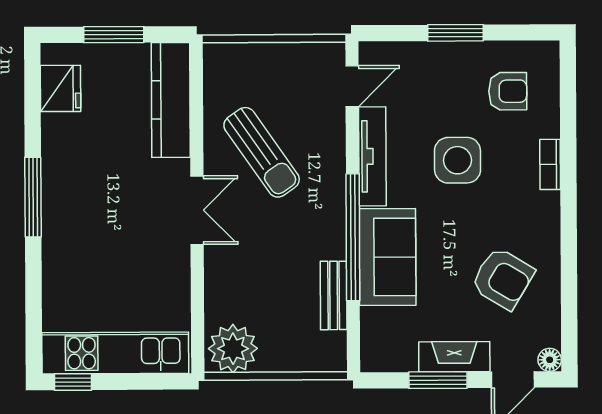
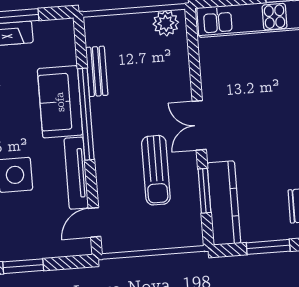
window: (197, 119) -> (204, 191), added
sun lounger: (262, 152) -> (156, 170), turned -145
plant: (233, 349) -> (166, 23), width x0.73, depth x0.73

